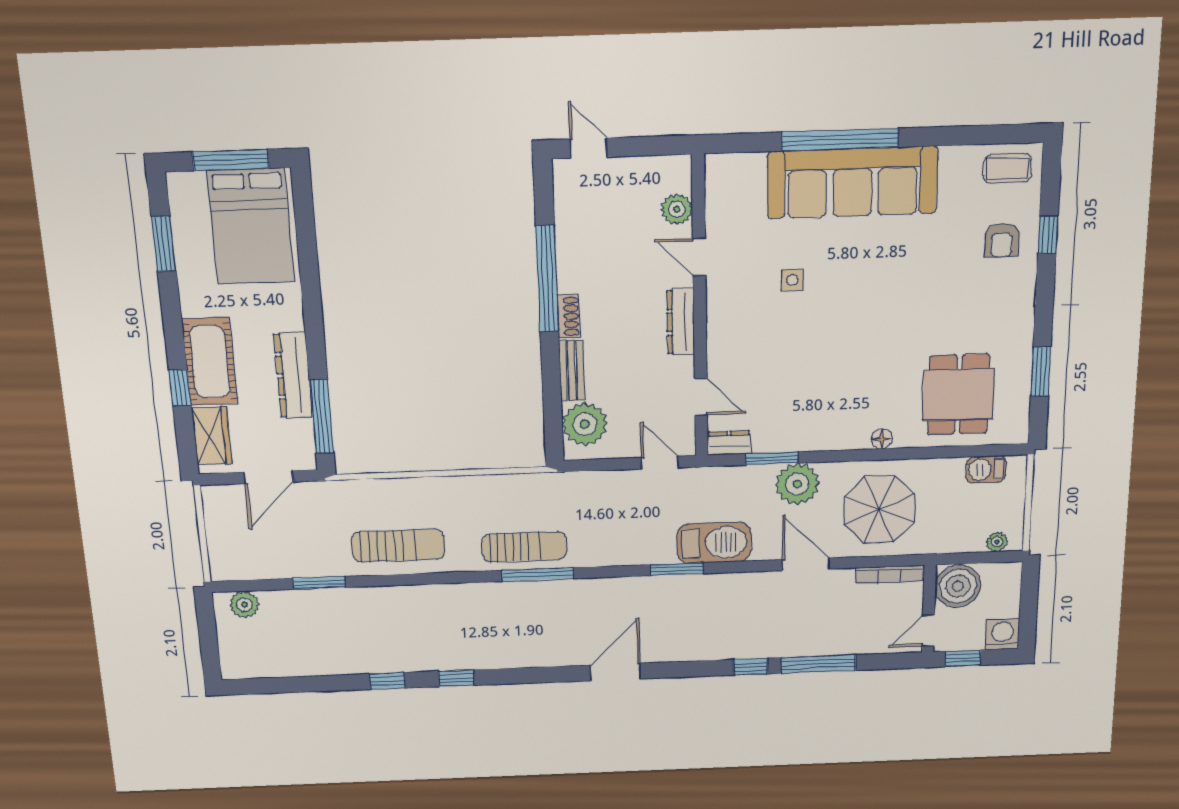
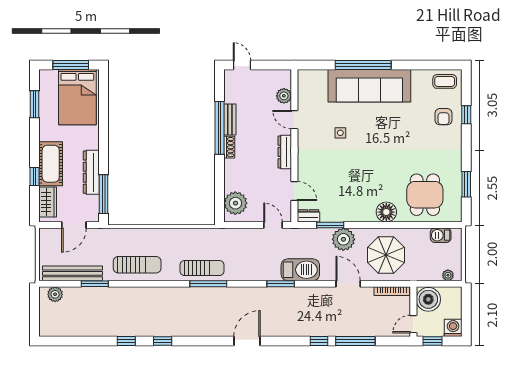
bench: (572, 370) -> (230, 119), moved
floor lamp: (882, 439) -> (386, 212), width x1.89, depth x1.89
bench: (274, 566) -> (73, 273), added

